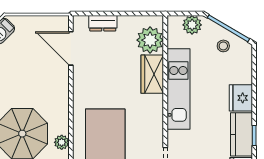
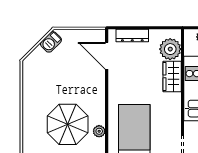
dresser: (103, 23) -> (132, 36), width x1.44

